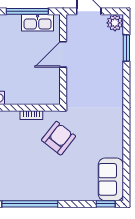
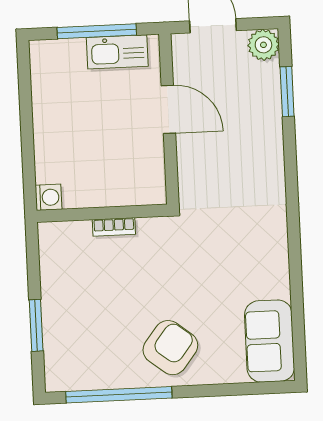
door: (63, 54) -> (168, 109), swing flipped
armchair: (59, 138) -> (170, 348), moved
window: (106, 204) -> (262, 388), removed

